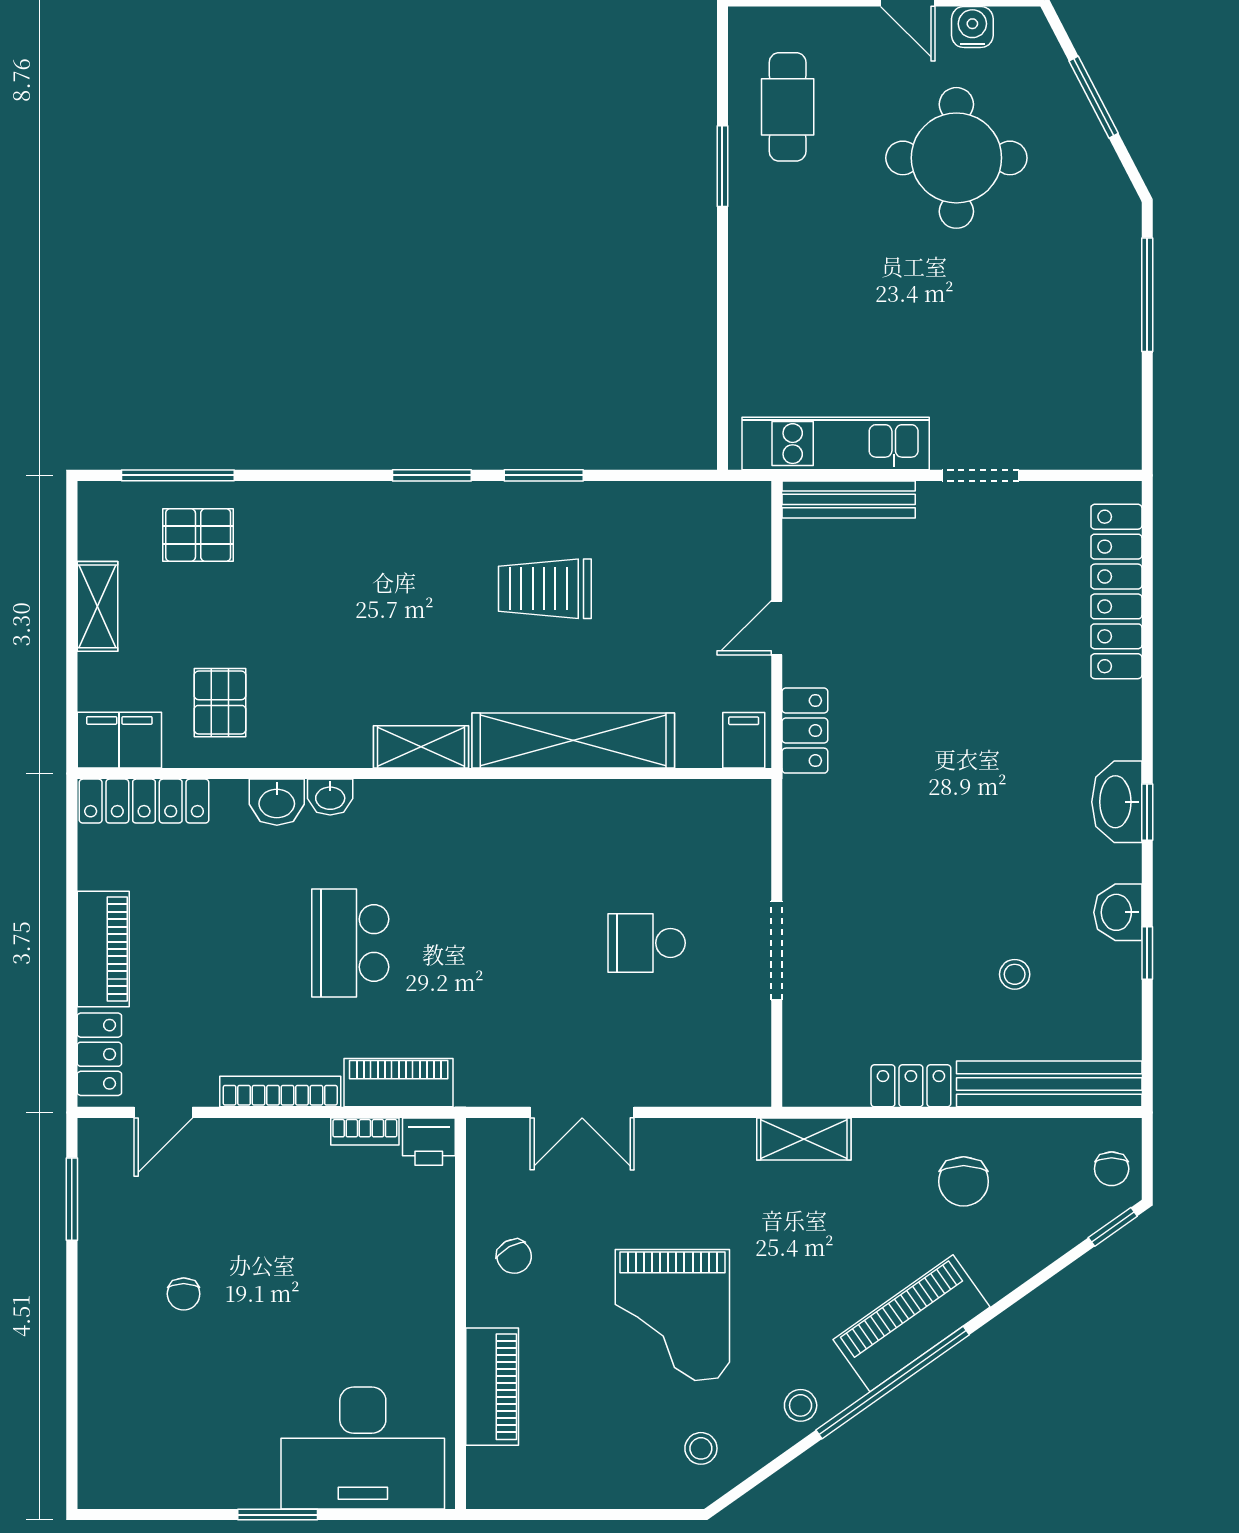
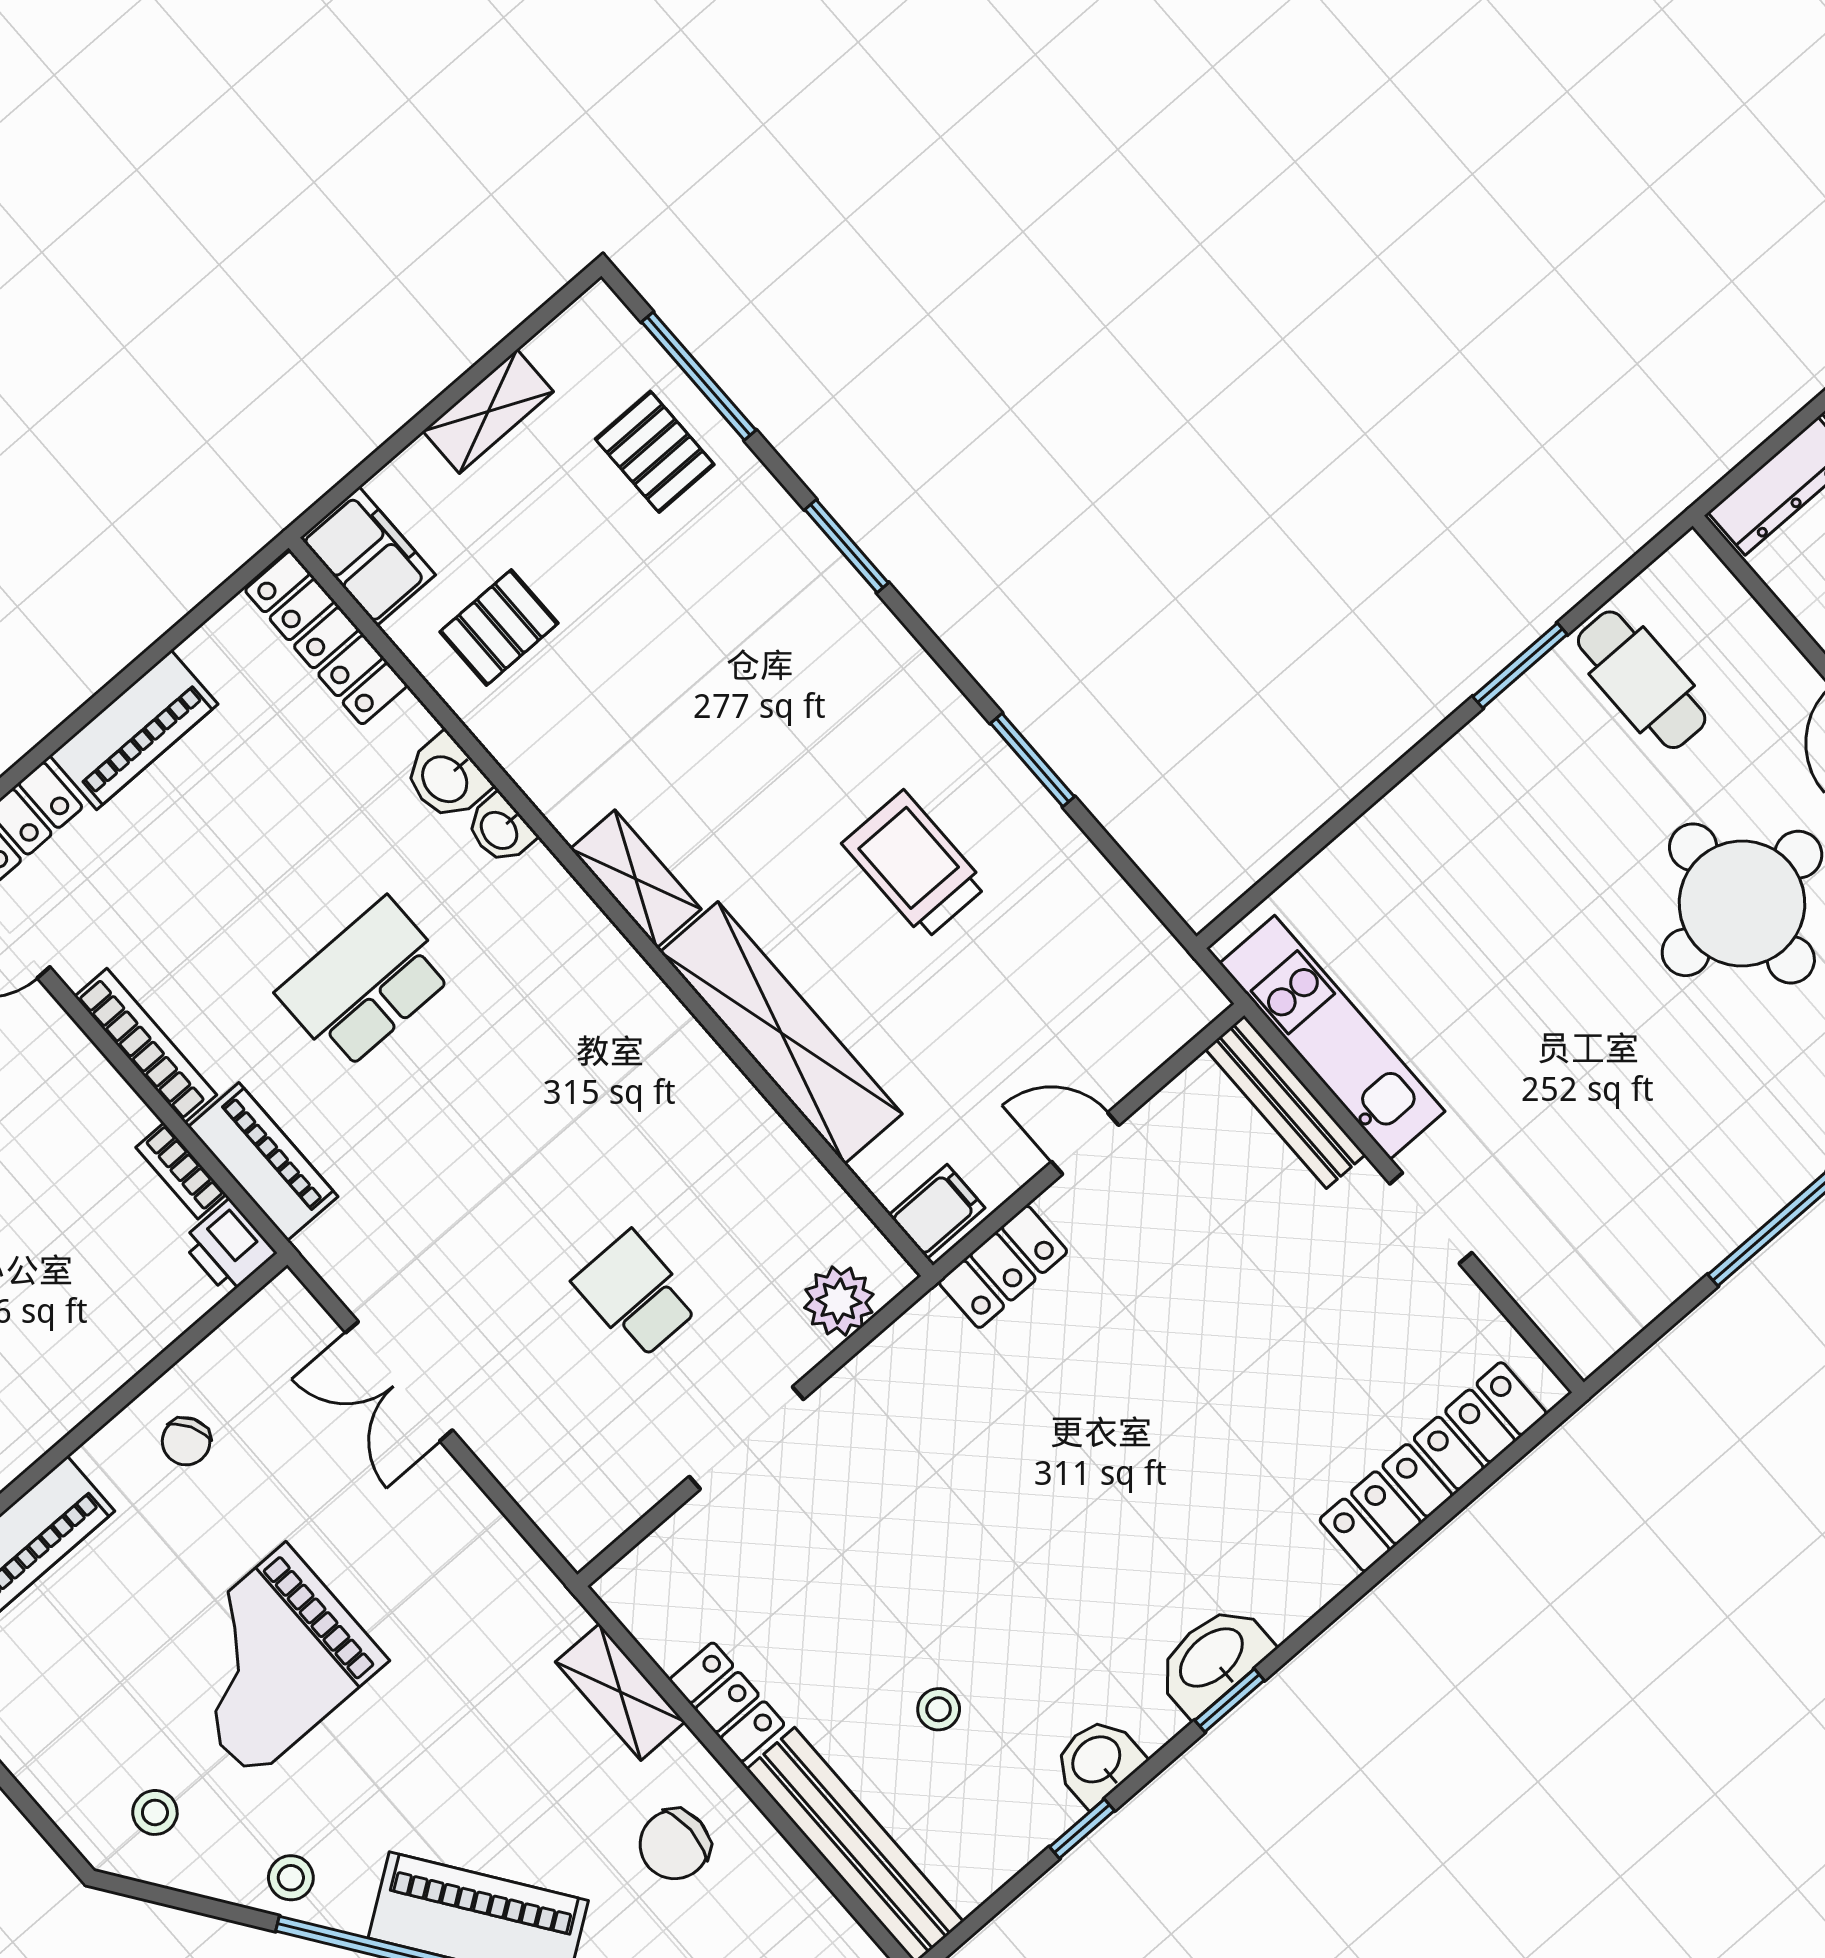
cafe table: (788, 107) -> (1642, 680), turned 90
window: (432, 475) -> (847, 546), moved
plant: (746, 836) -> (839, 1301), added
shelving: (804, 1139) -> (620, 1692), moved

